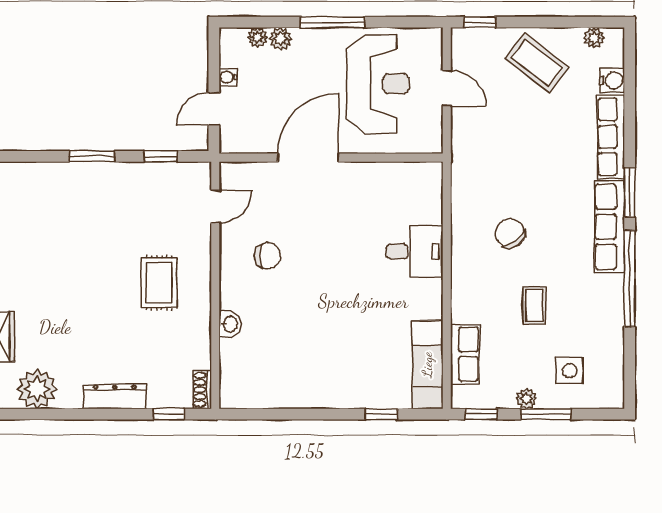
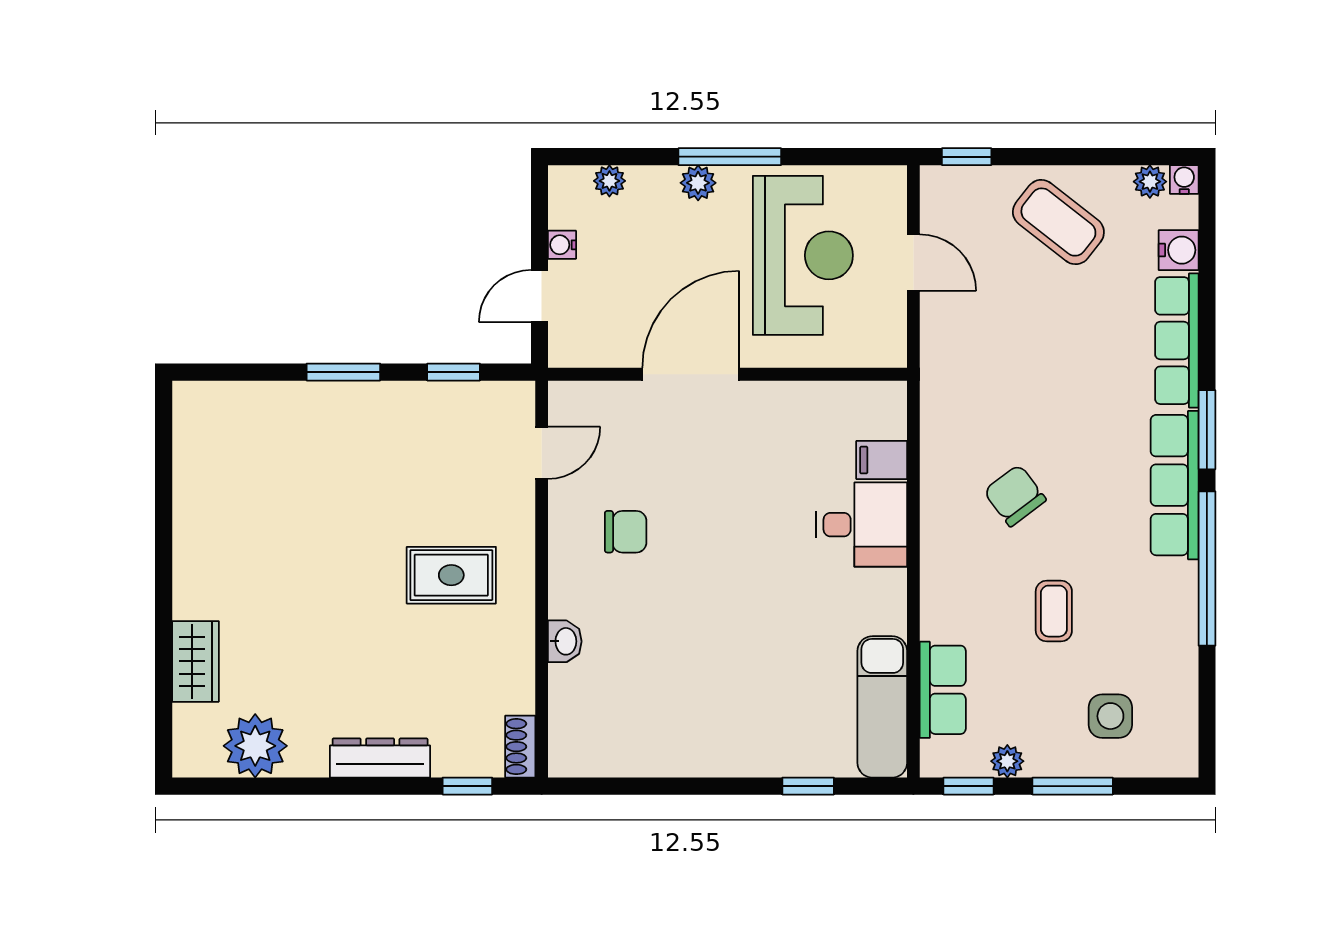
water cooler: (615, 36) -> (1184, 179), added
plant: (281, 39) -> (698, 183), moved
filing cabinet: (427, 211) -> (882, 460), added
rug: (159, 283) -> (451, 575), turned 90
plant: (527, 399) -> (1007, 761), moved

